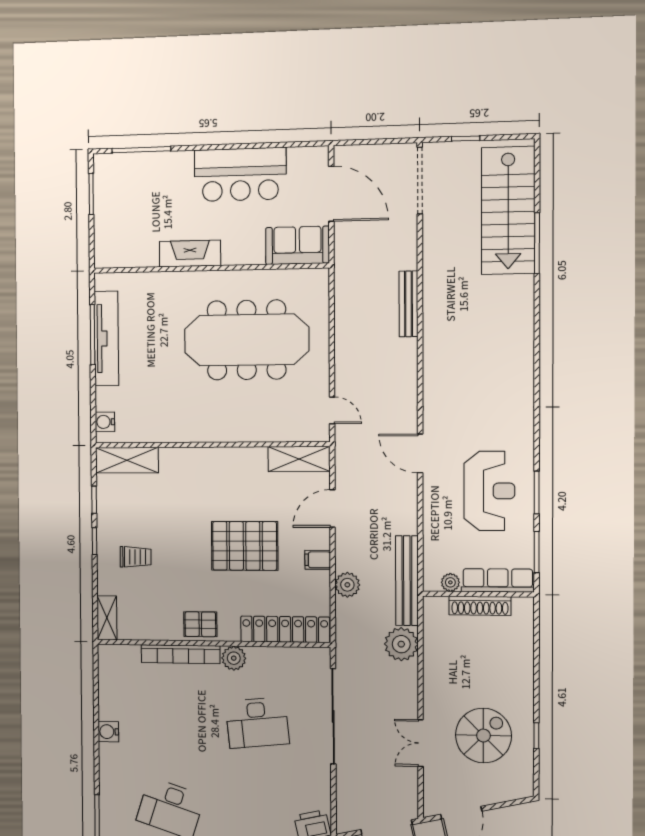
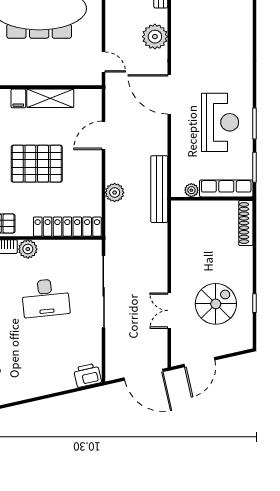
door: (420, 453) -> (169, 94), width x1.36
shelving: (299, 459) -> (50, 98), moved
filing cabinet: (318, 560) -> (18, 98), moved, turned -90
shoe rack: (480, 606) -> (246, 223), moved, turned 90
plant: (401, 644) -> (155, 37), moved

